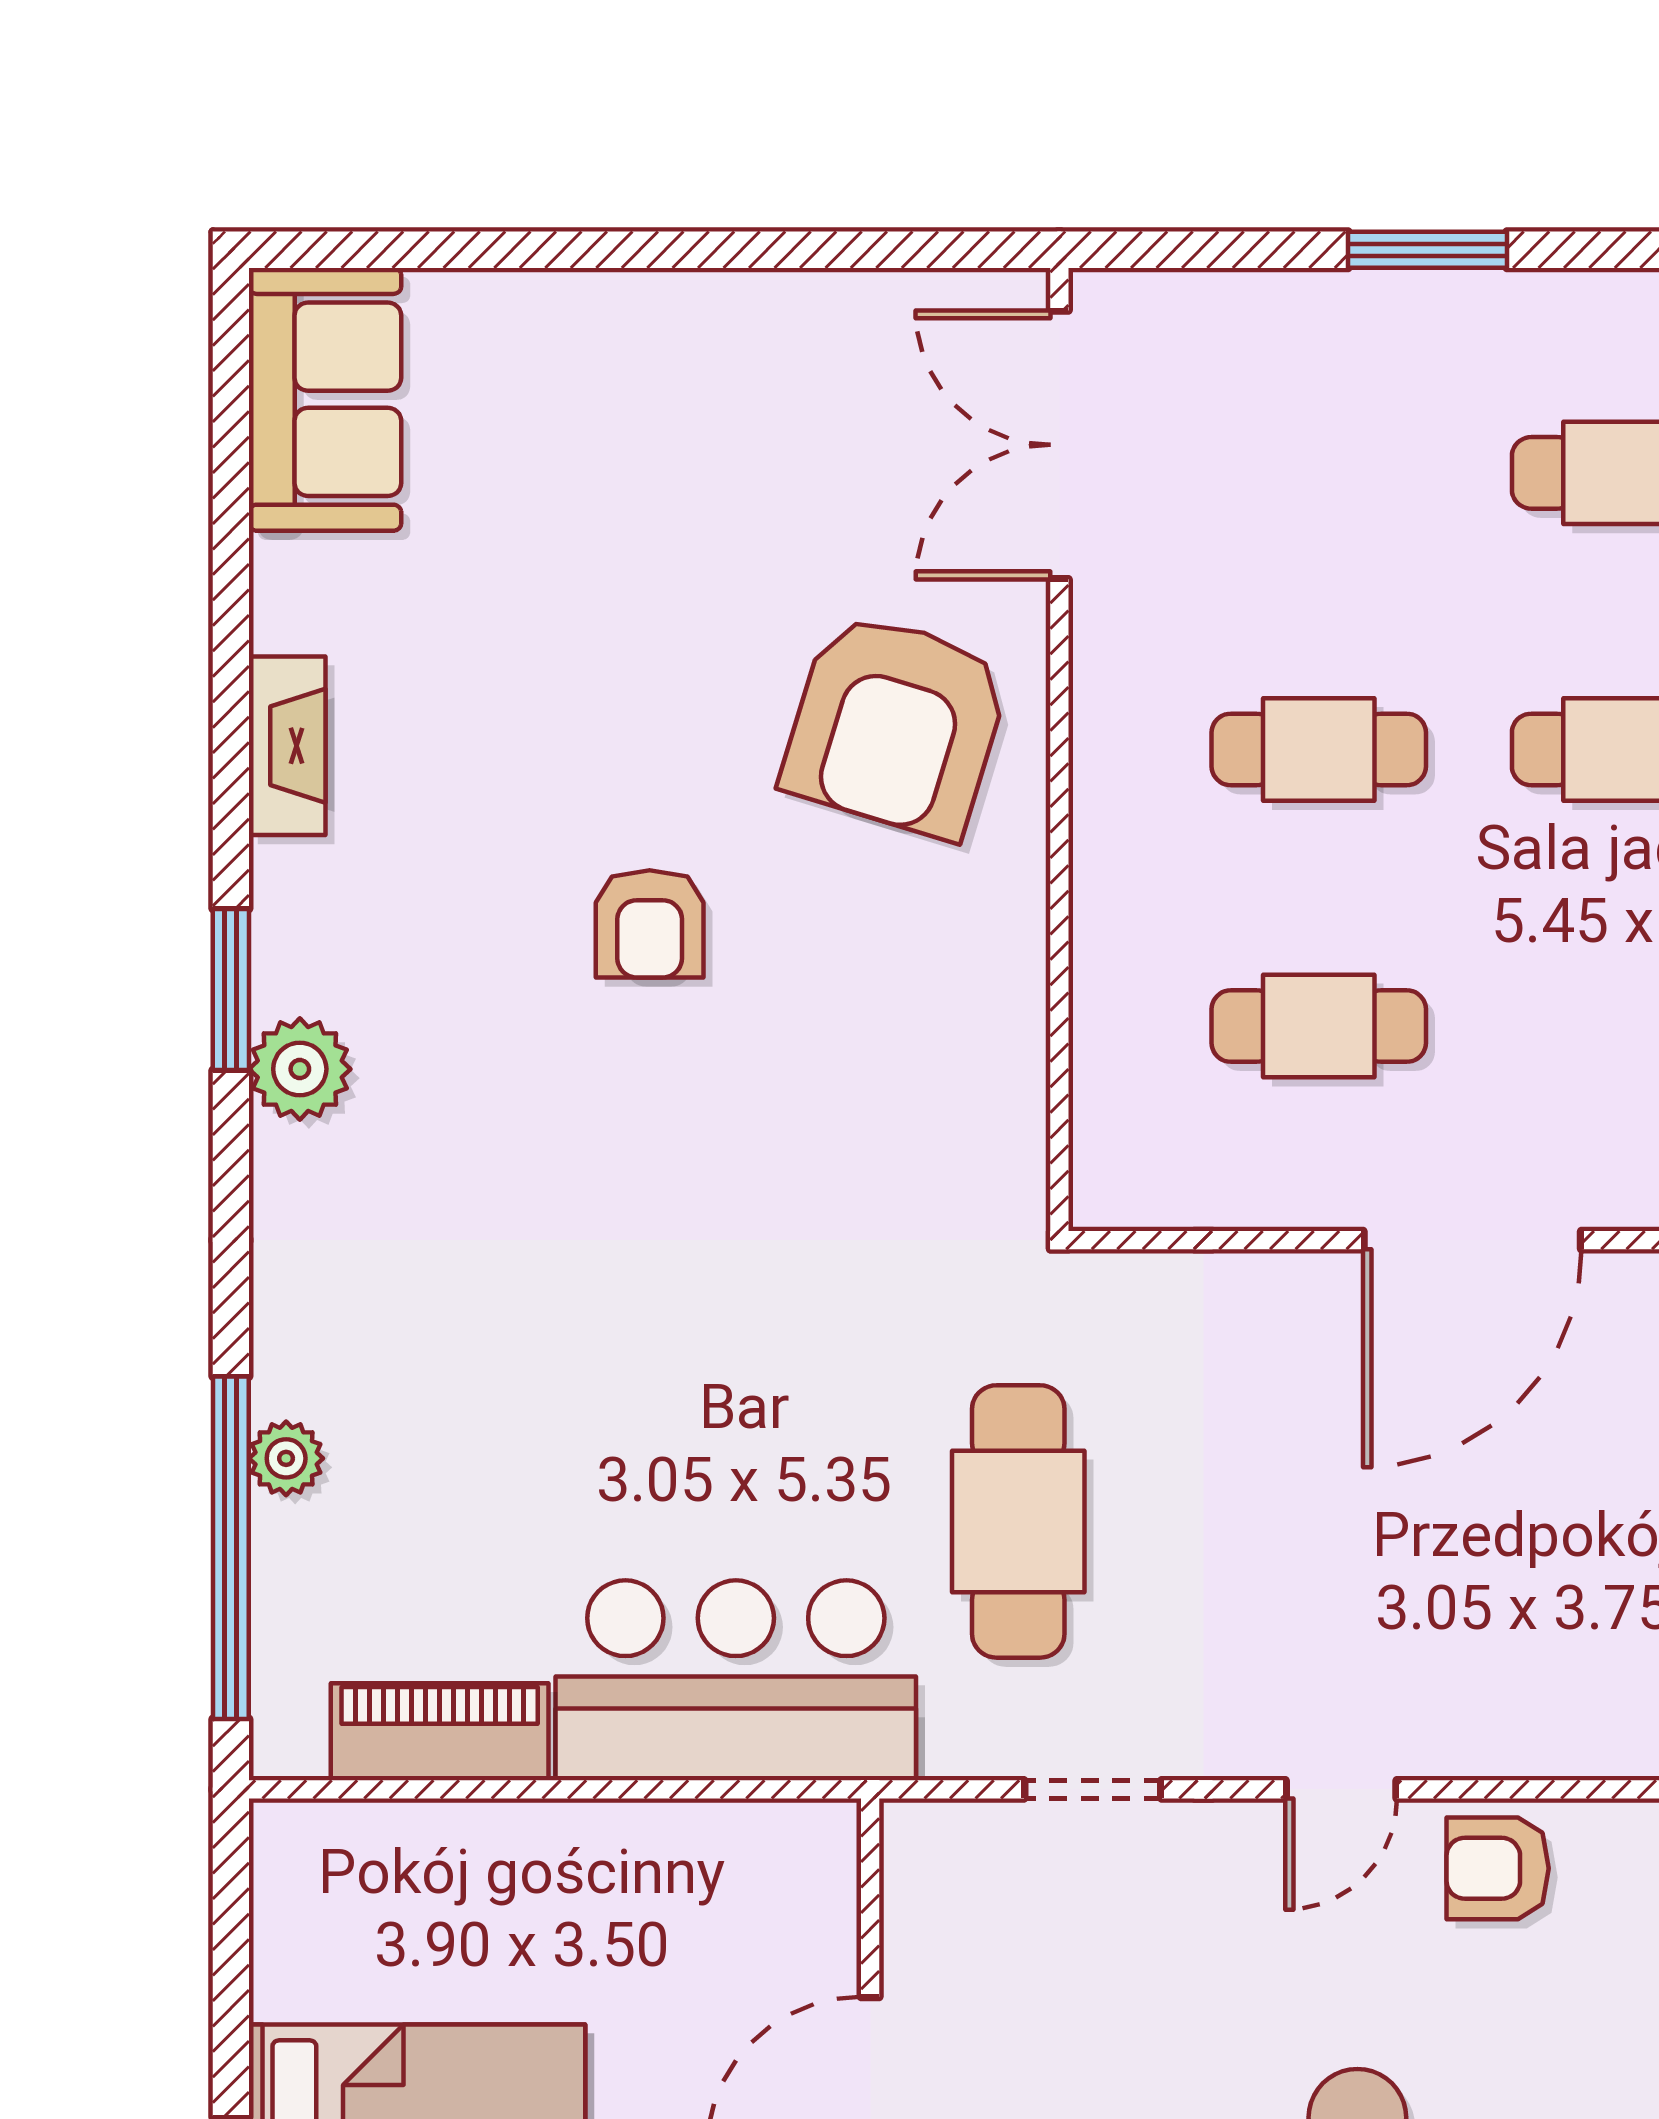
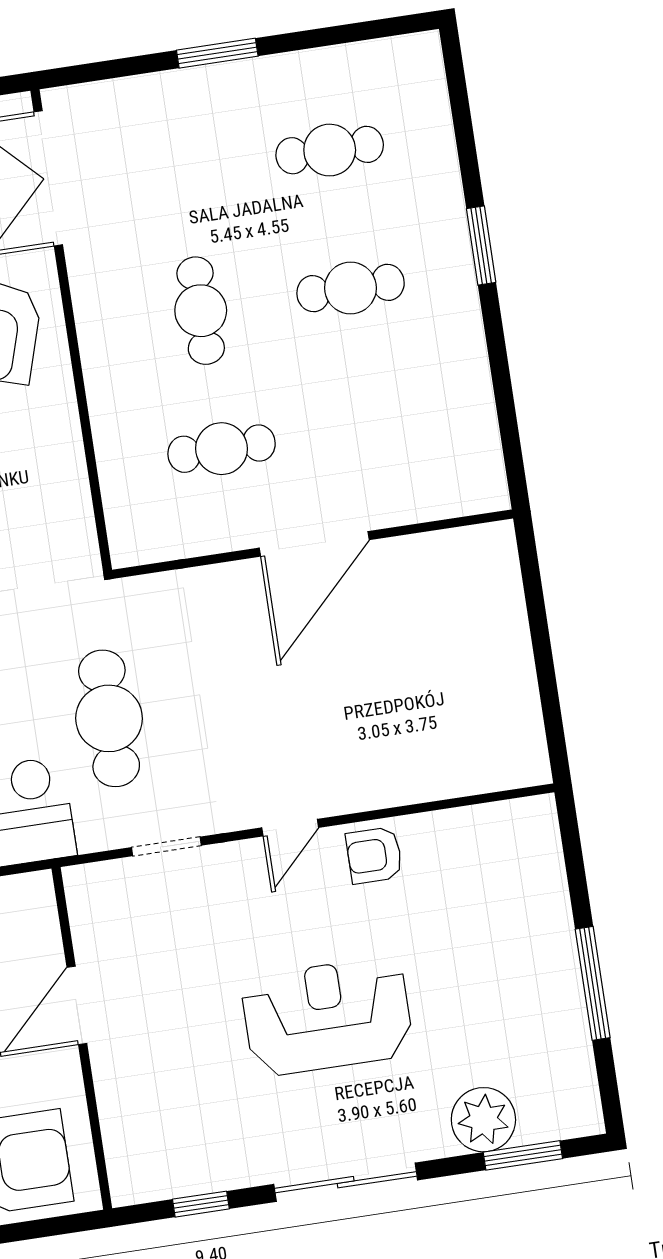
cafe table: (1319, 749) -> (201, 311), turned 90

